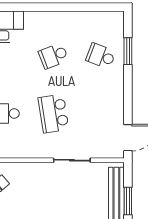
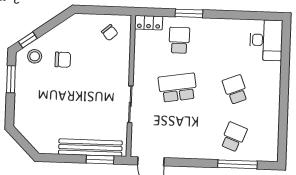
window: (128, 51) -> (238, 164), width x1.44
window: (128, 201) -> (100, 160), moved

